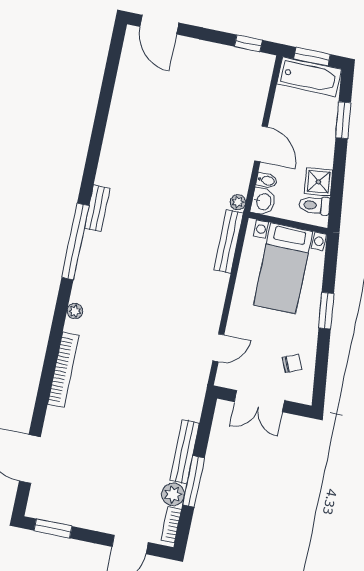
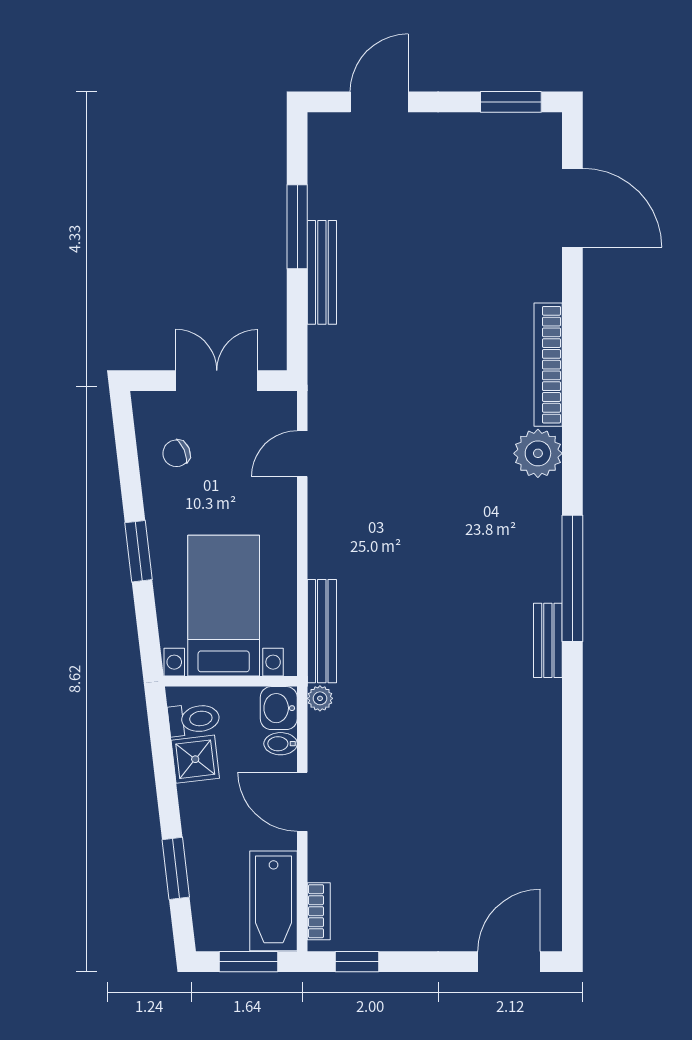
door: (159, 25) -> (509, 962), hinge flipped
bathtub: (309, 77) -> (274, 901), moved, turned -90
plant: (75, 311) -> (538, 453), width x1.88, depth x1.88
plant: (173, 494) -> (326, 199), removed
bookcase: (171, 525) -> (319, 911), moved

